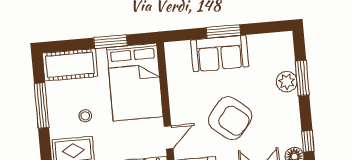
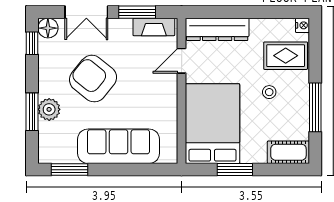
window: (223, 31) -> (69, 170), moved
sofa: (220, 53) -> (119, 146), width x1.36
cot: (70, 65) -> (288, 152), width x0.73, depth x0.75
armchair: (230, 118) -> (93, 79), moved

